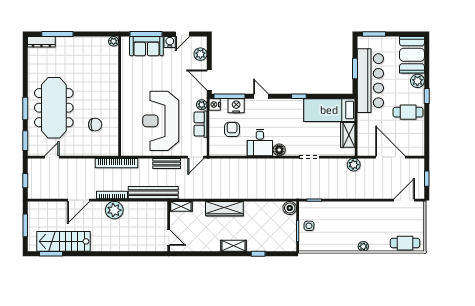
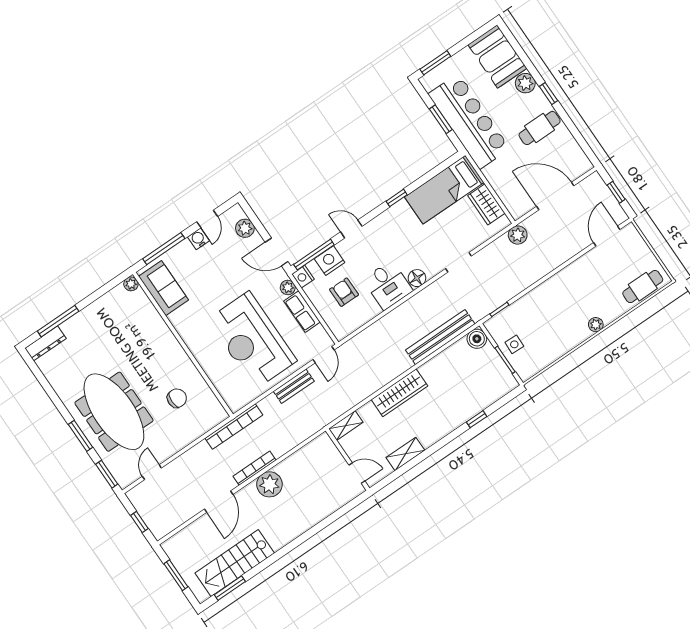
sofa: (146, 46) -> (164, 288), moved, turned -90
bench: (153, 193) -> (440, 337), moved
shelving: (234, 246) -> (405, 454), moved

